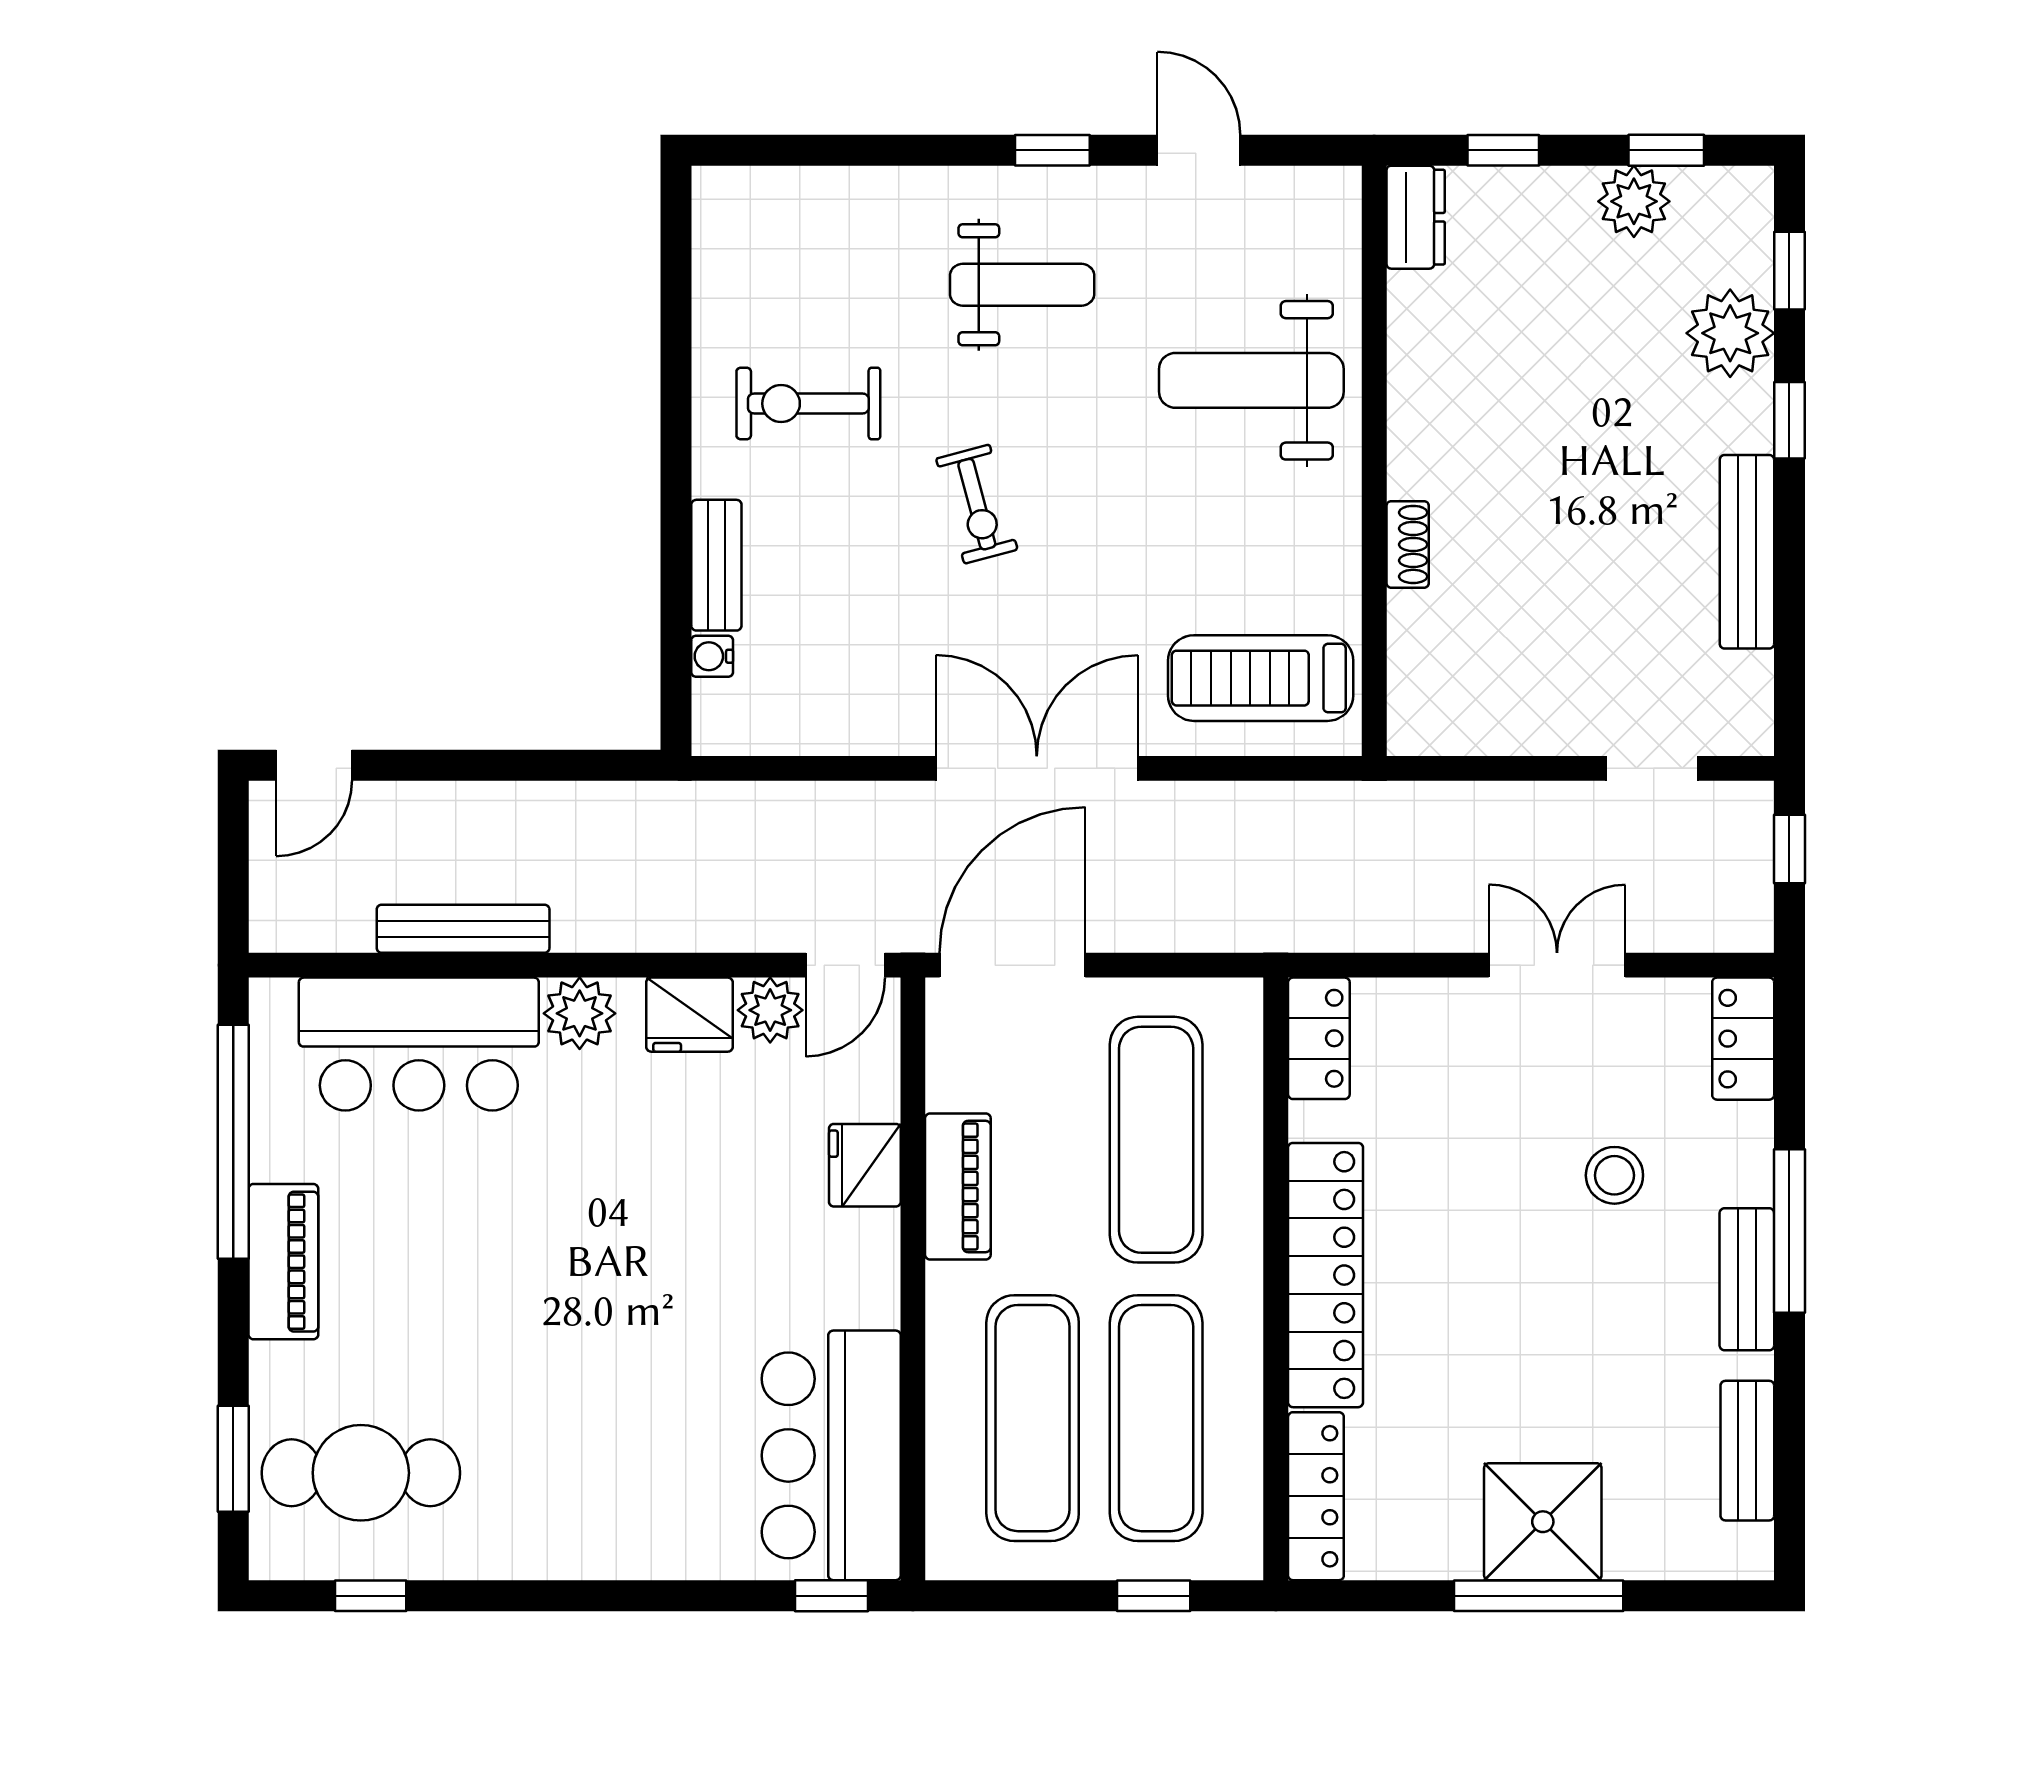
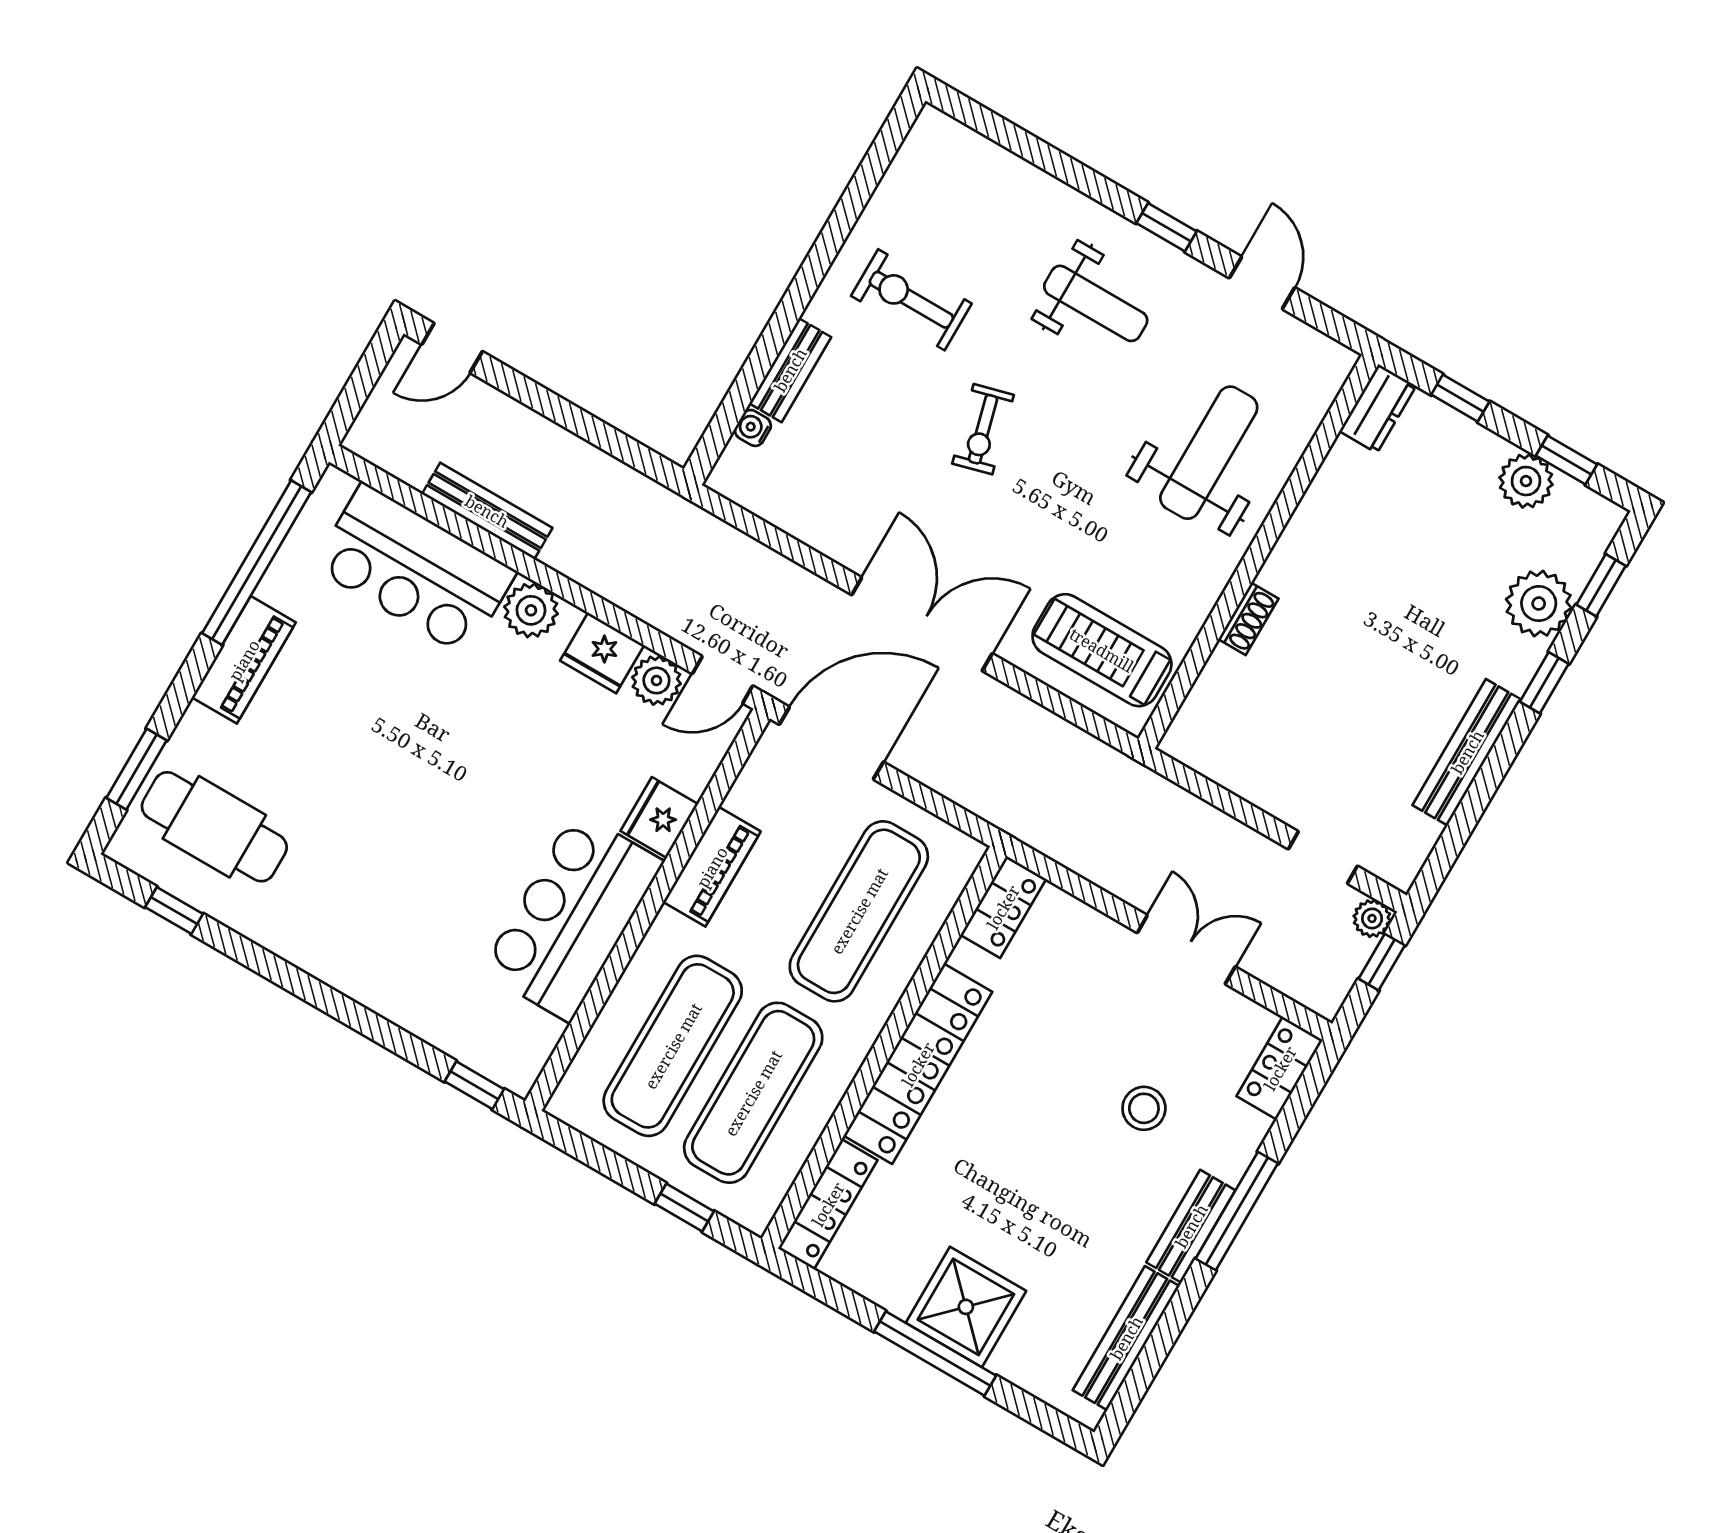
weight bench: (1251, 380) -> (1209, 453), turned 90
plant: (1749, 805) -> (1372, 918), added
bench: (1747, 1451) -> (1126, 1338), width x1.36
bar counter: (831, 1455) -> (572, 916), moved

